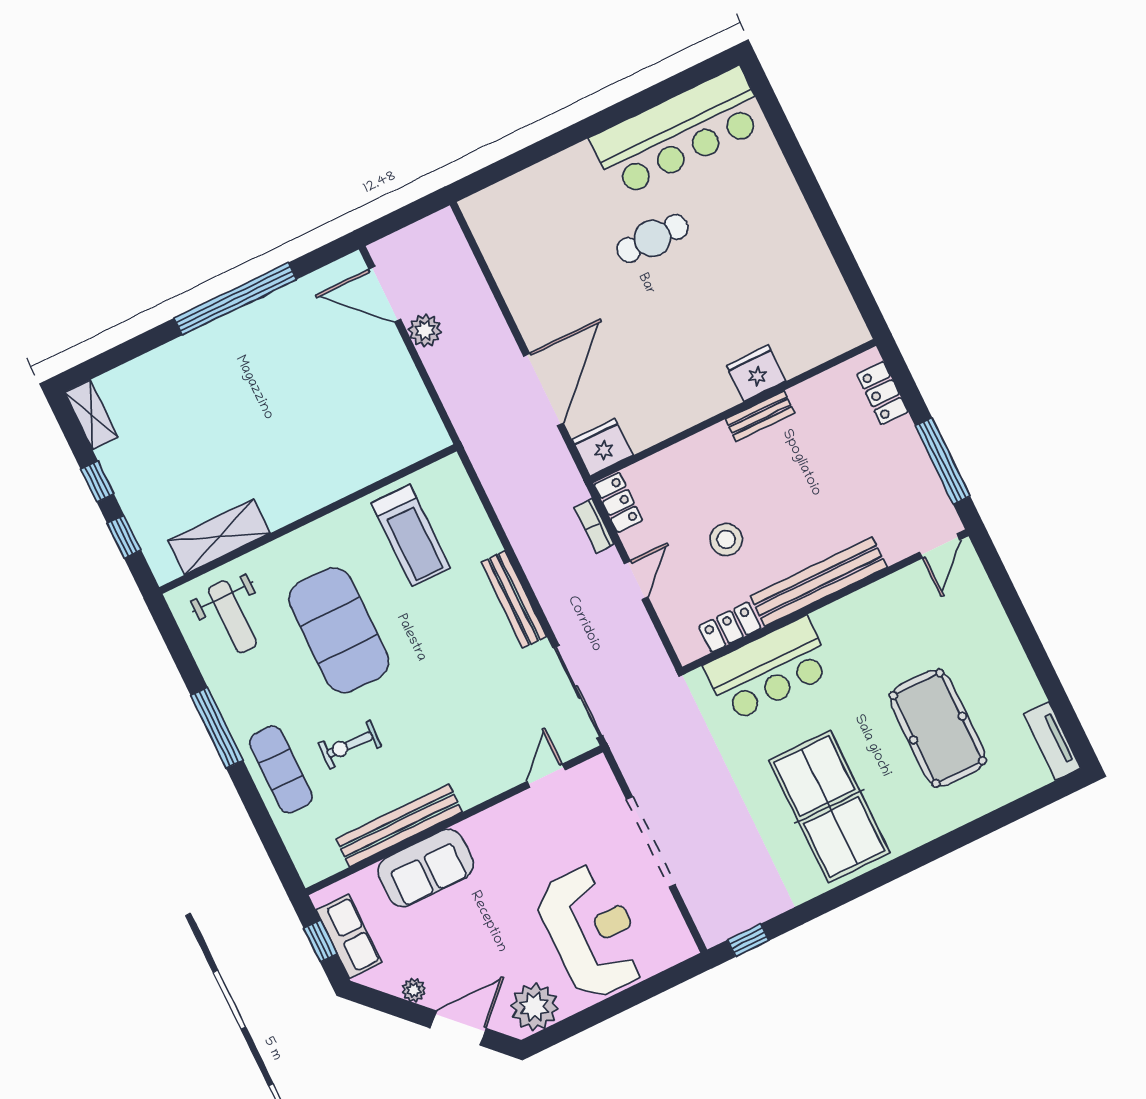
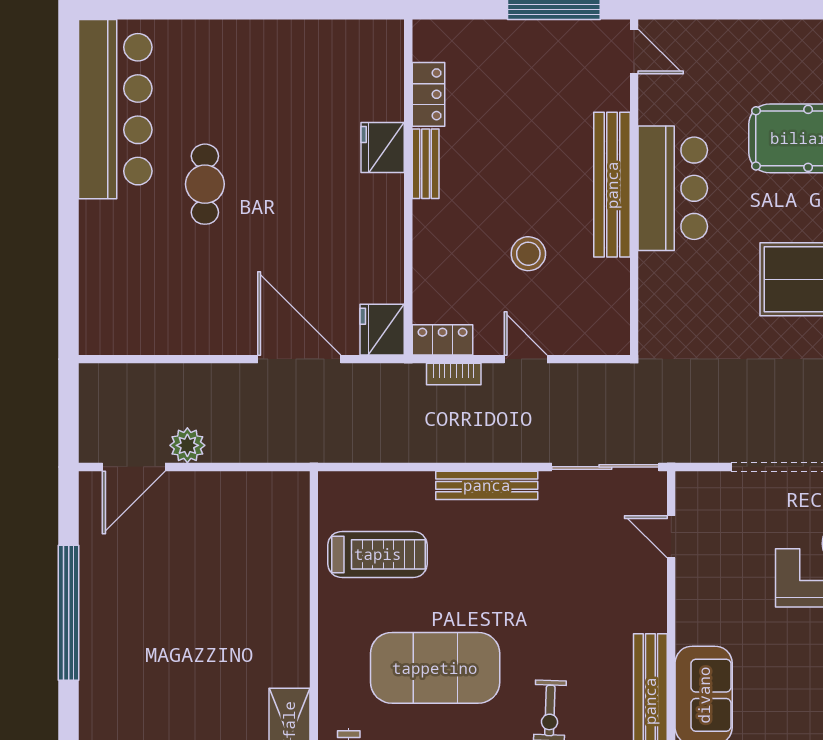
locker: (882, 393) -> (428, 94), moved, turned -90
locker: (730, 627) -> (614, 291), removed
bar counter: (768, 669) -> (673, 188), moved

